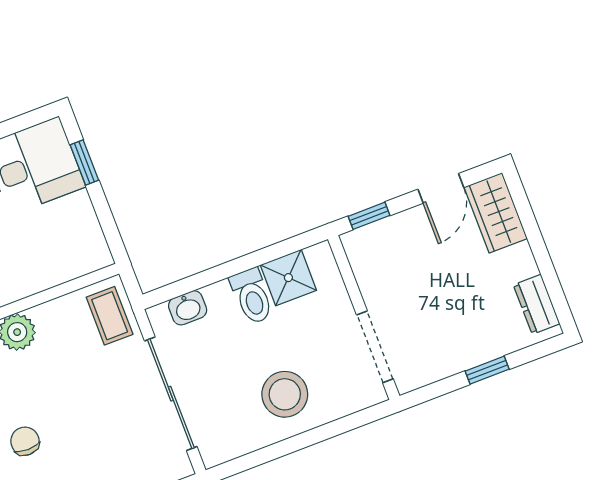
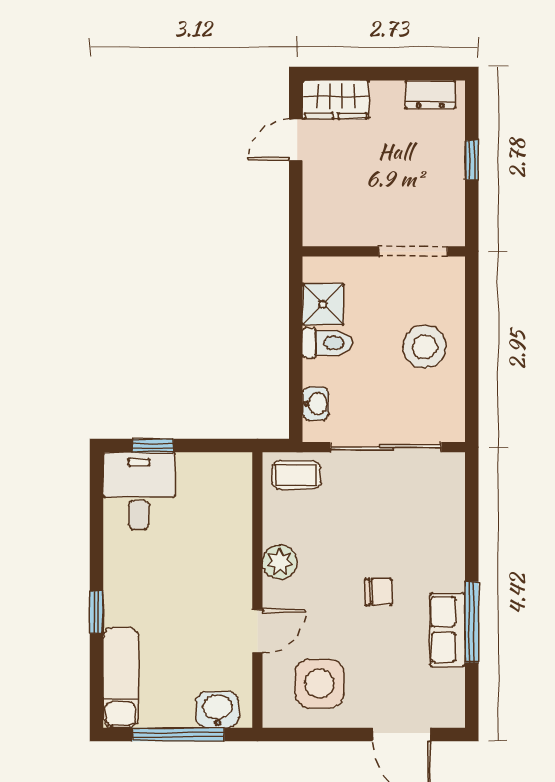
door: (441, 188) -> (296, 140), swing flipped
window: (369, 216) -> (296, 212), removed
chair: (25, 441) -> (379, 592), turned 180

